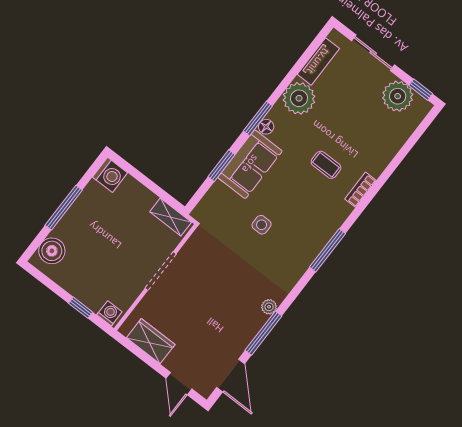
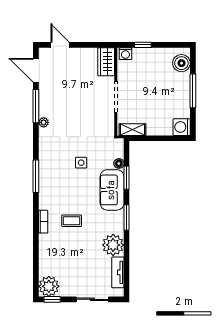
plant: (398, 96) -> (49, 286), moved
floor lamp: (266, 127) -> (119, 163), moved
wardrobe: (151, 341) -> (106, 62), moved, turned 90

